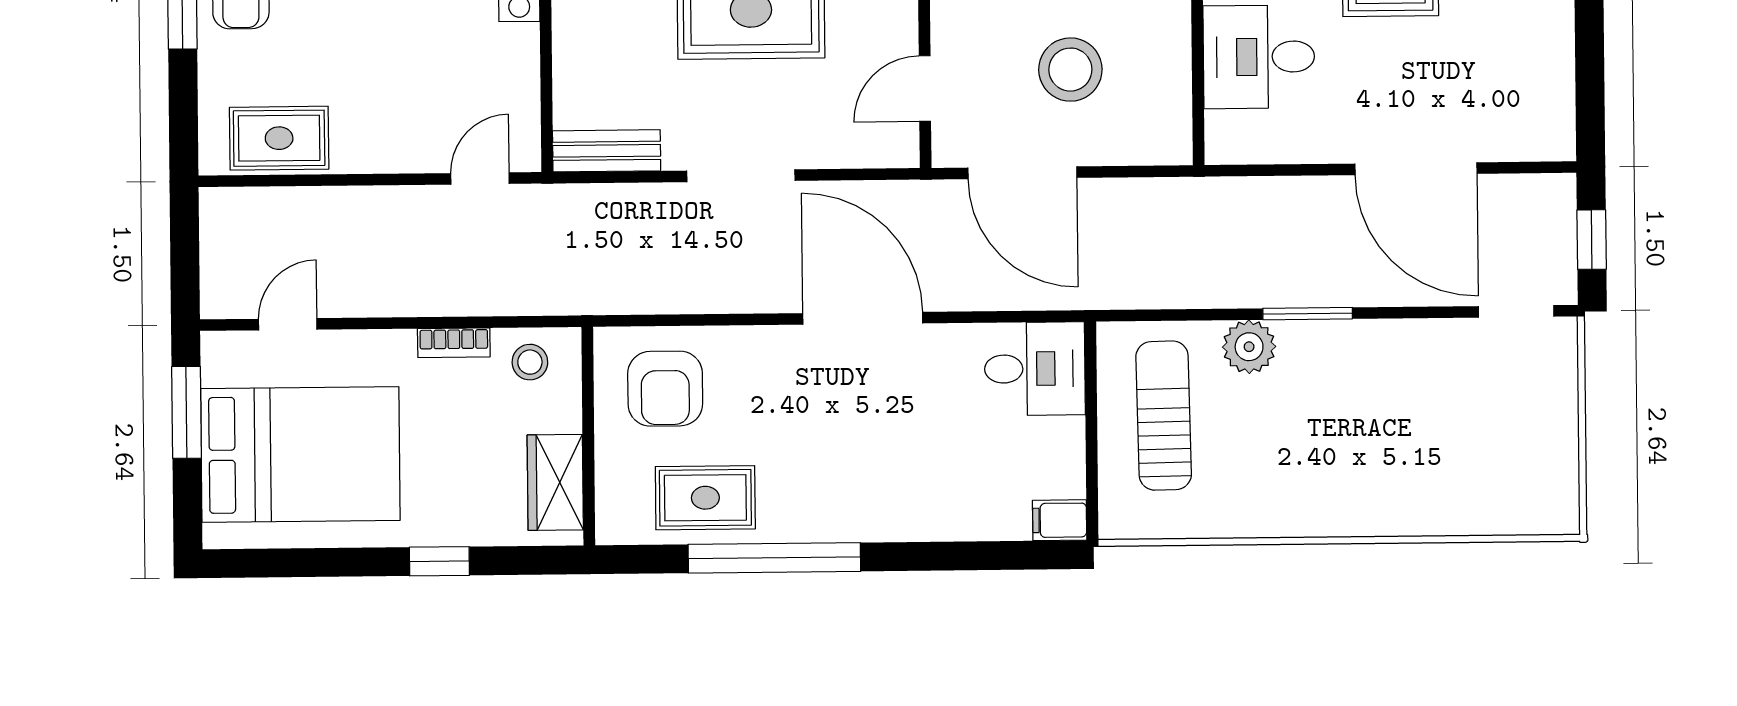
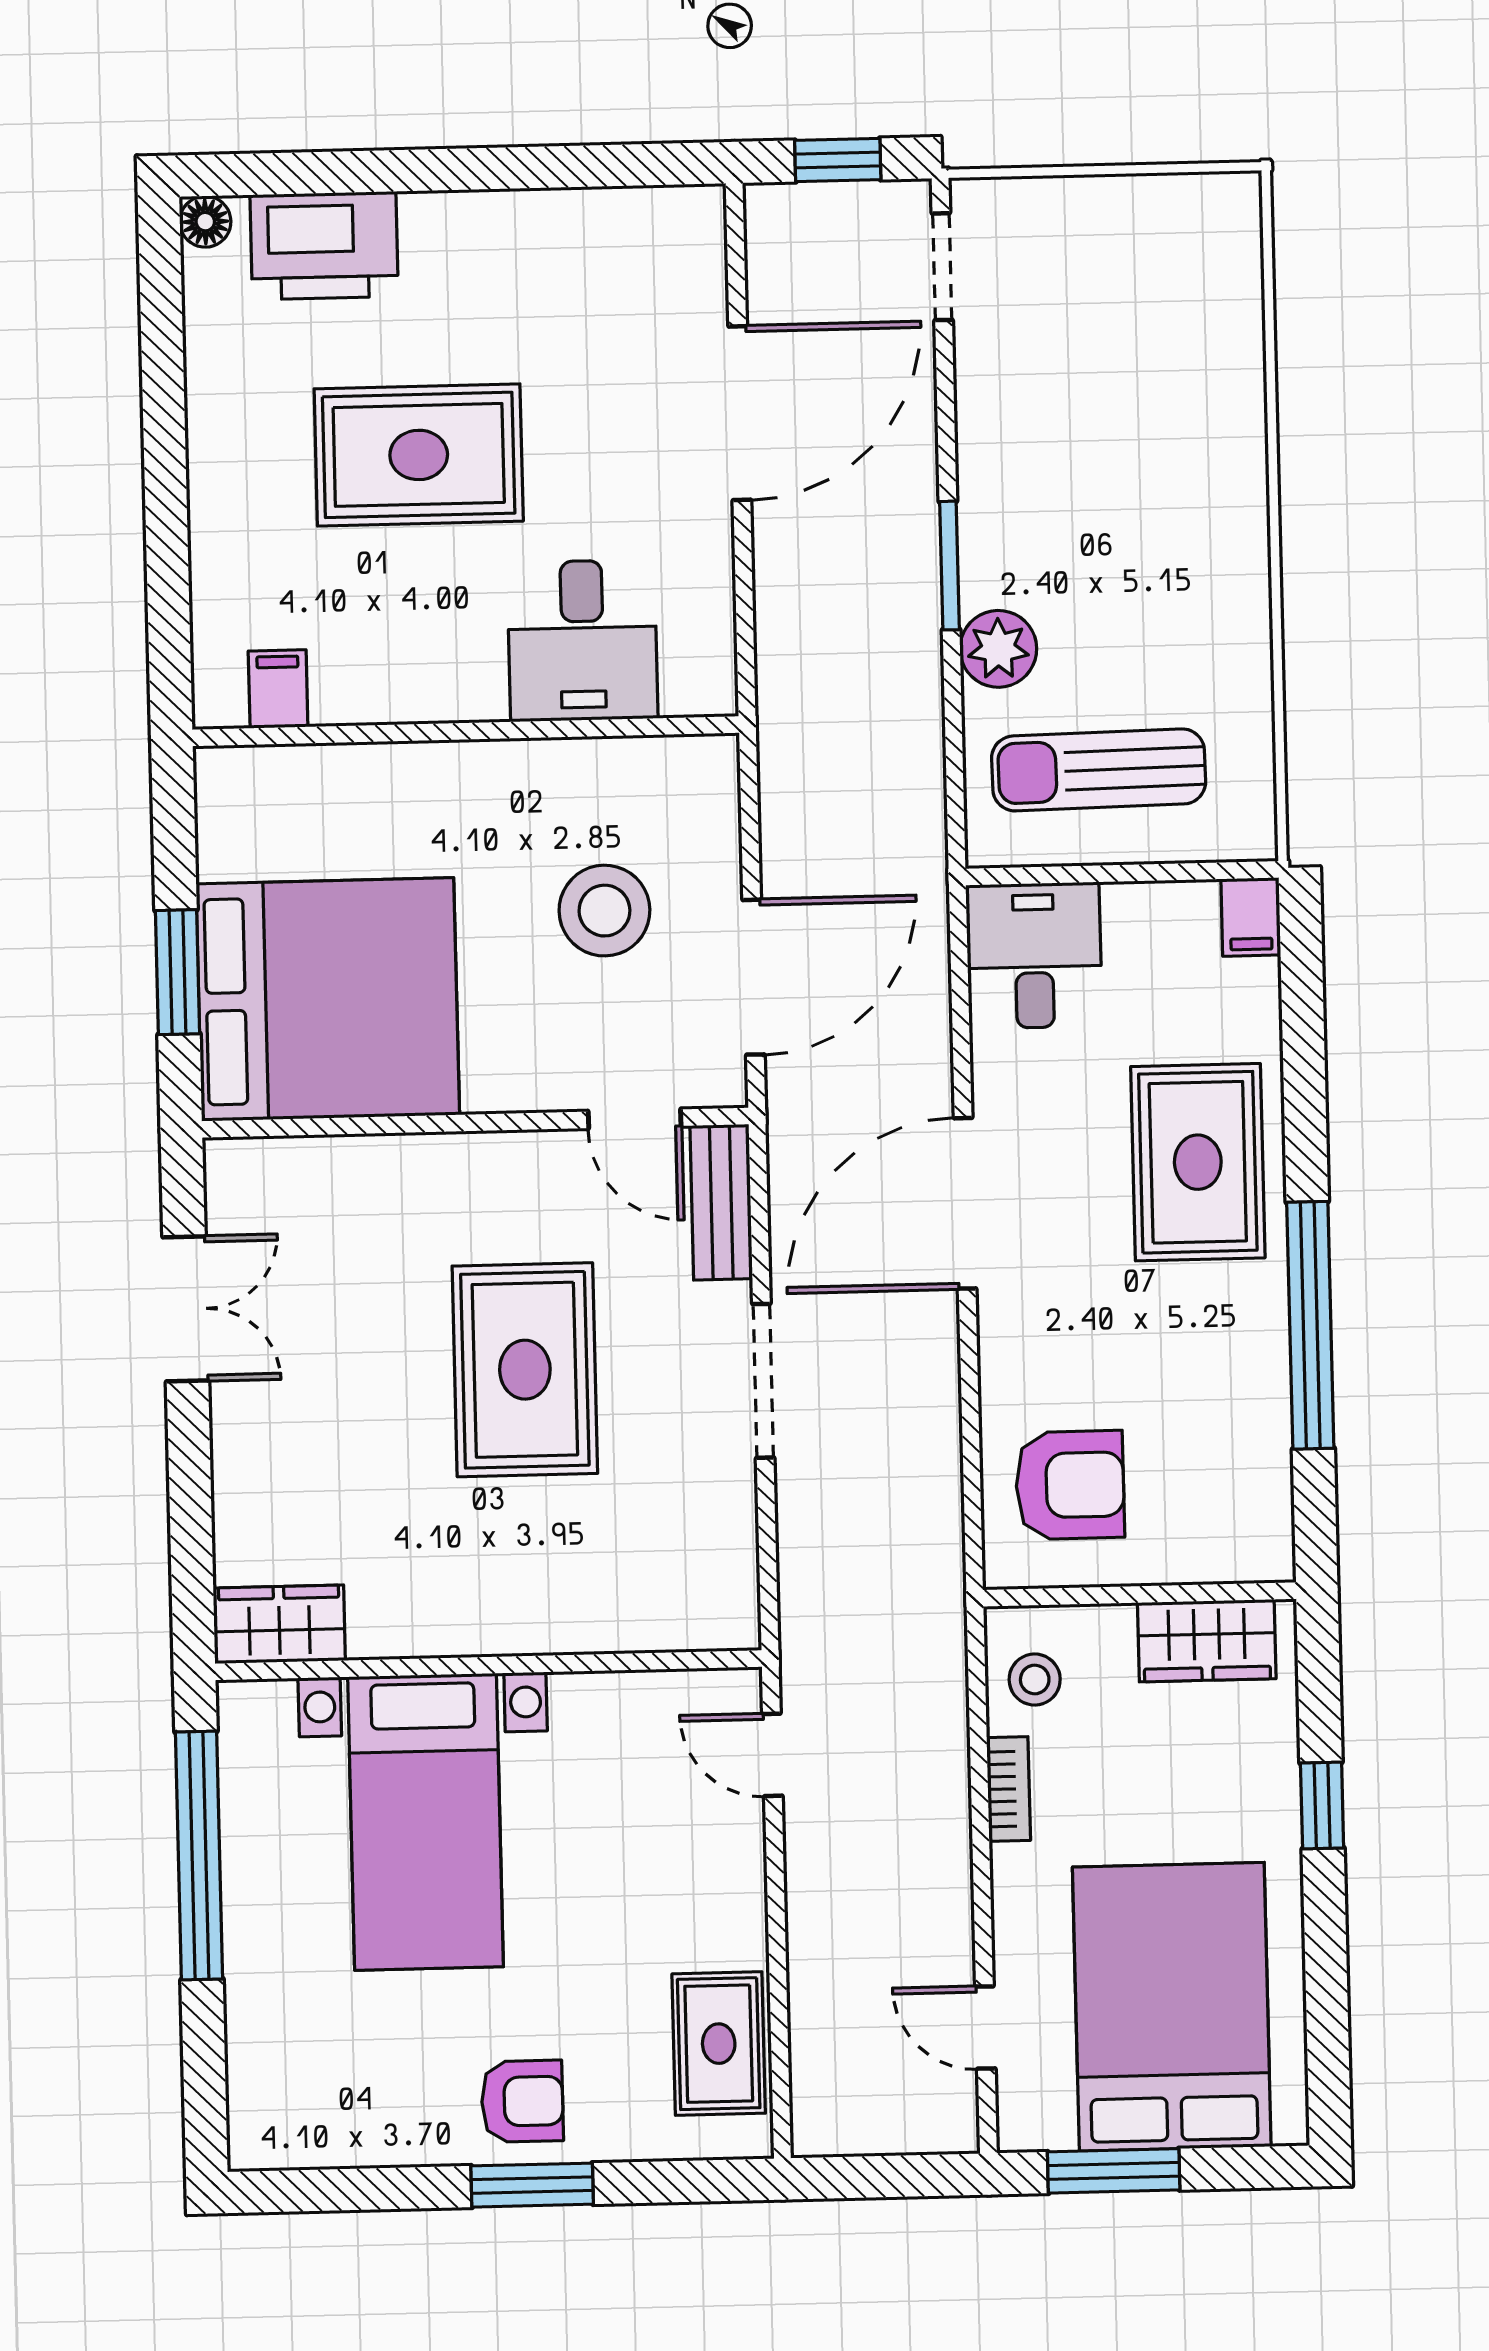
bench: (607, 151) -> (721, 1202), moved
rug: (705, 498) -> (1198, 1162), moved, width x1.36, depth x1.43

